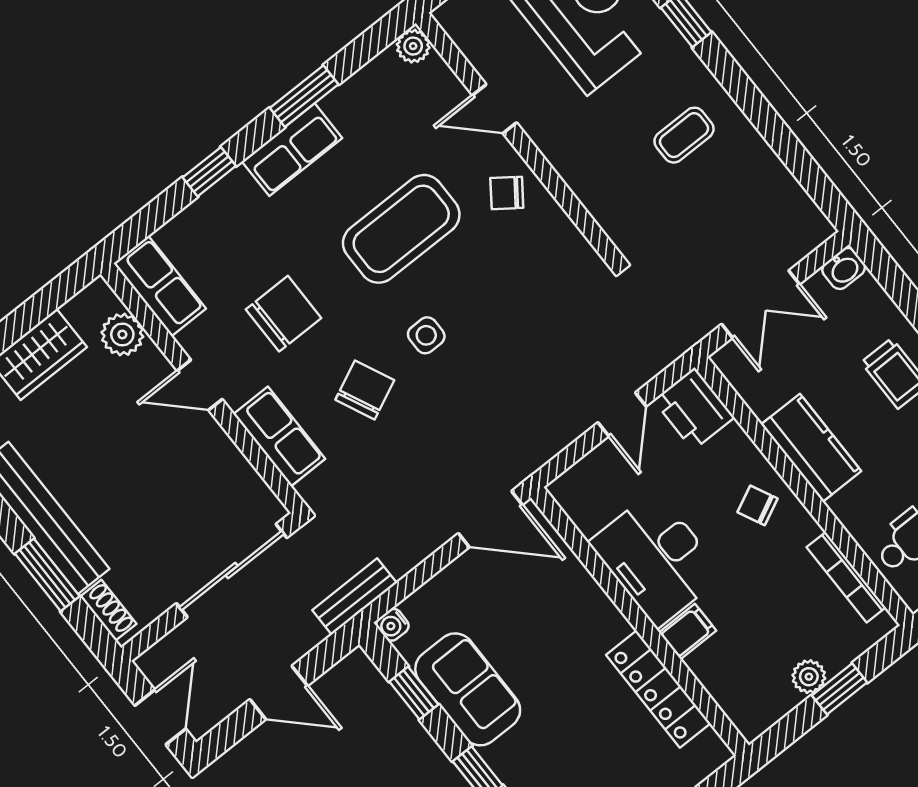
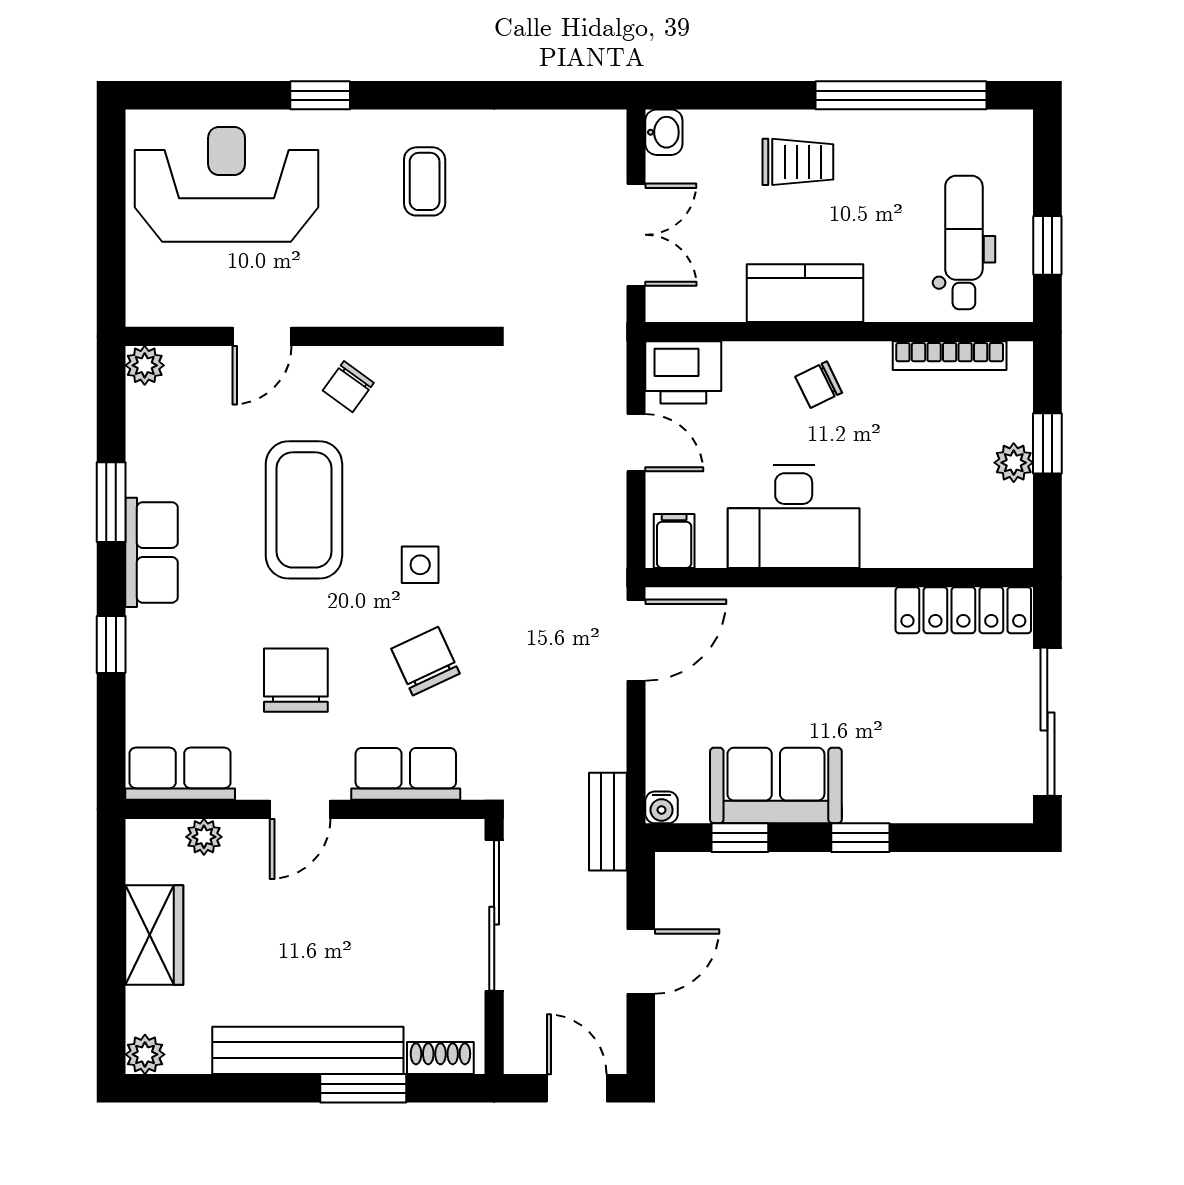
plant: (122, 335) -> (204, 837), width x0.73, depth x0.73
filing cabinet: (688, 631) -> (674, 541), moved
locker: (658, 689) -> (963, 610), moved

